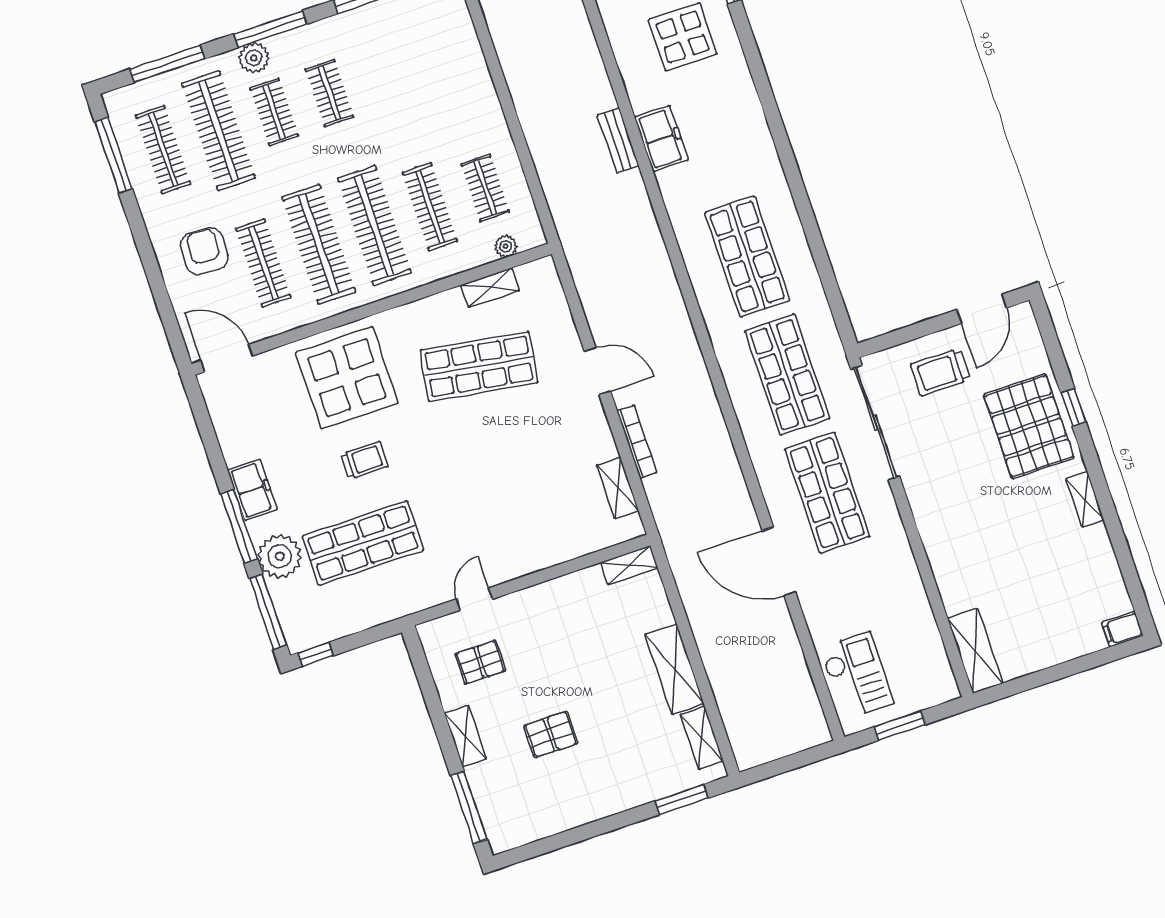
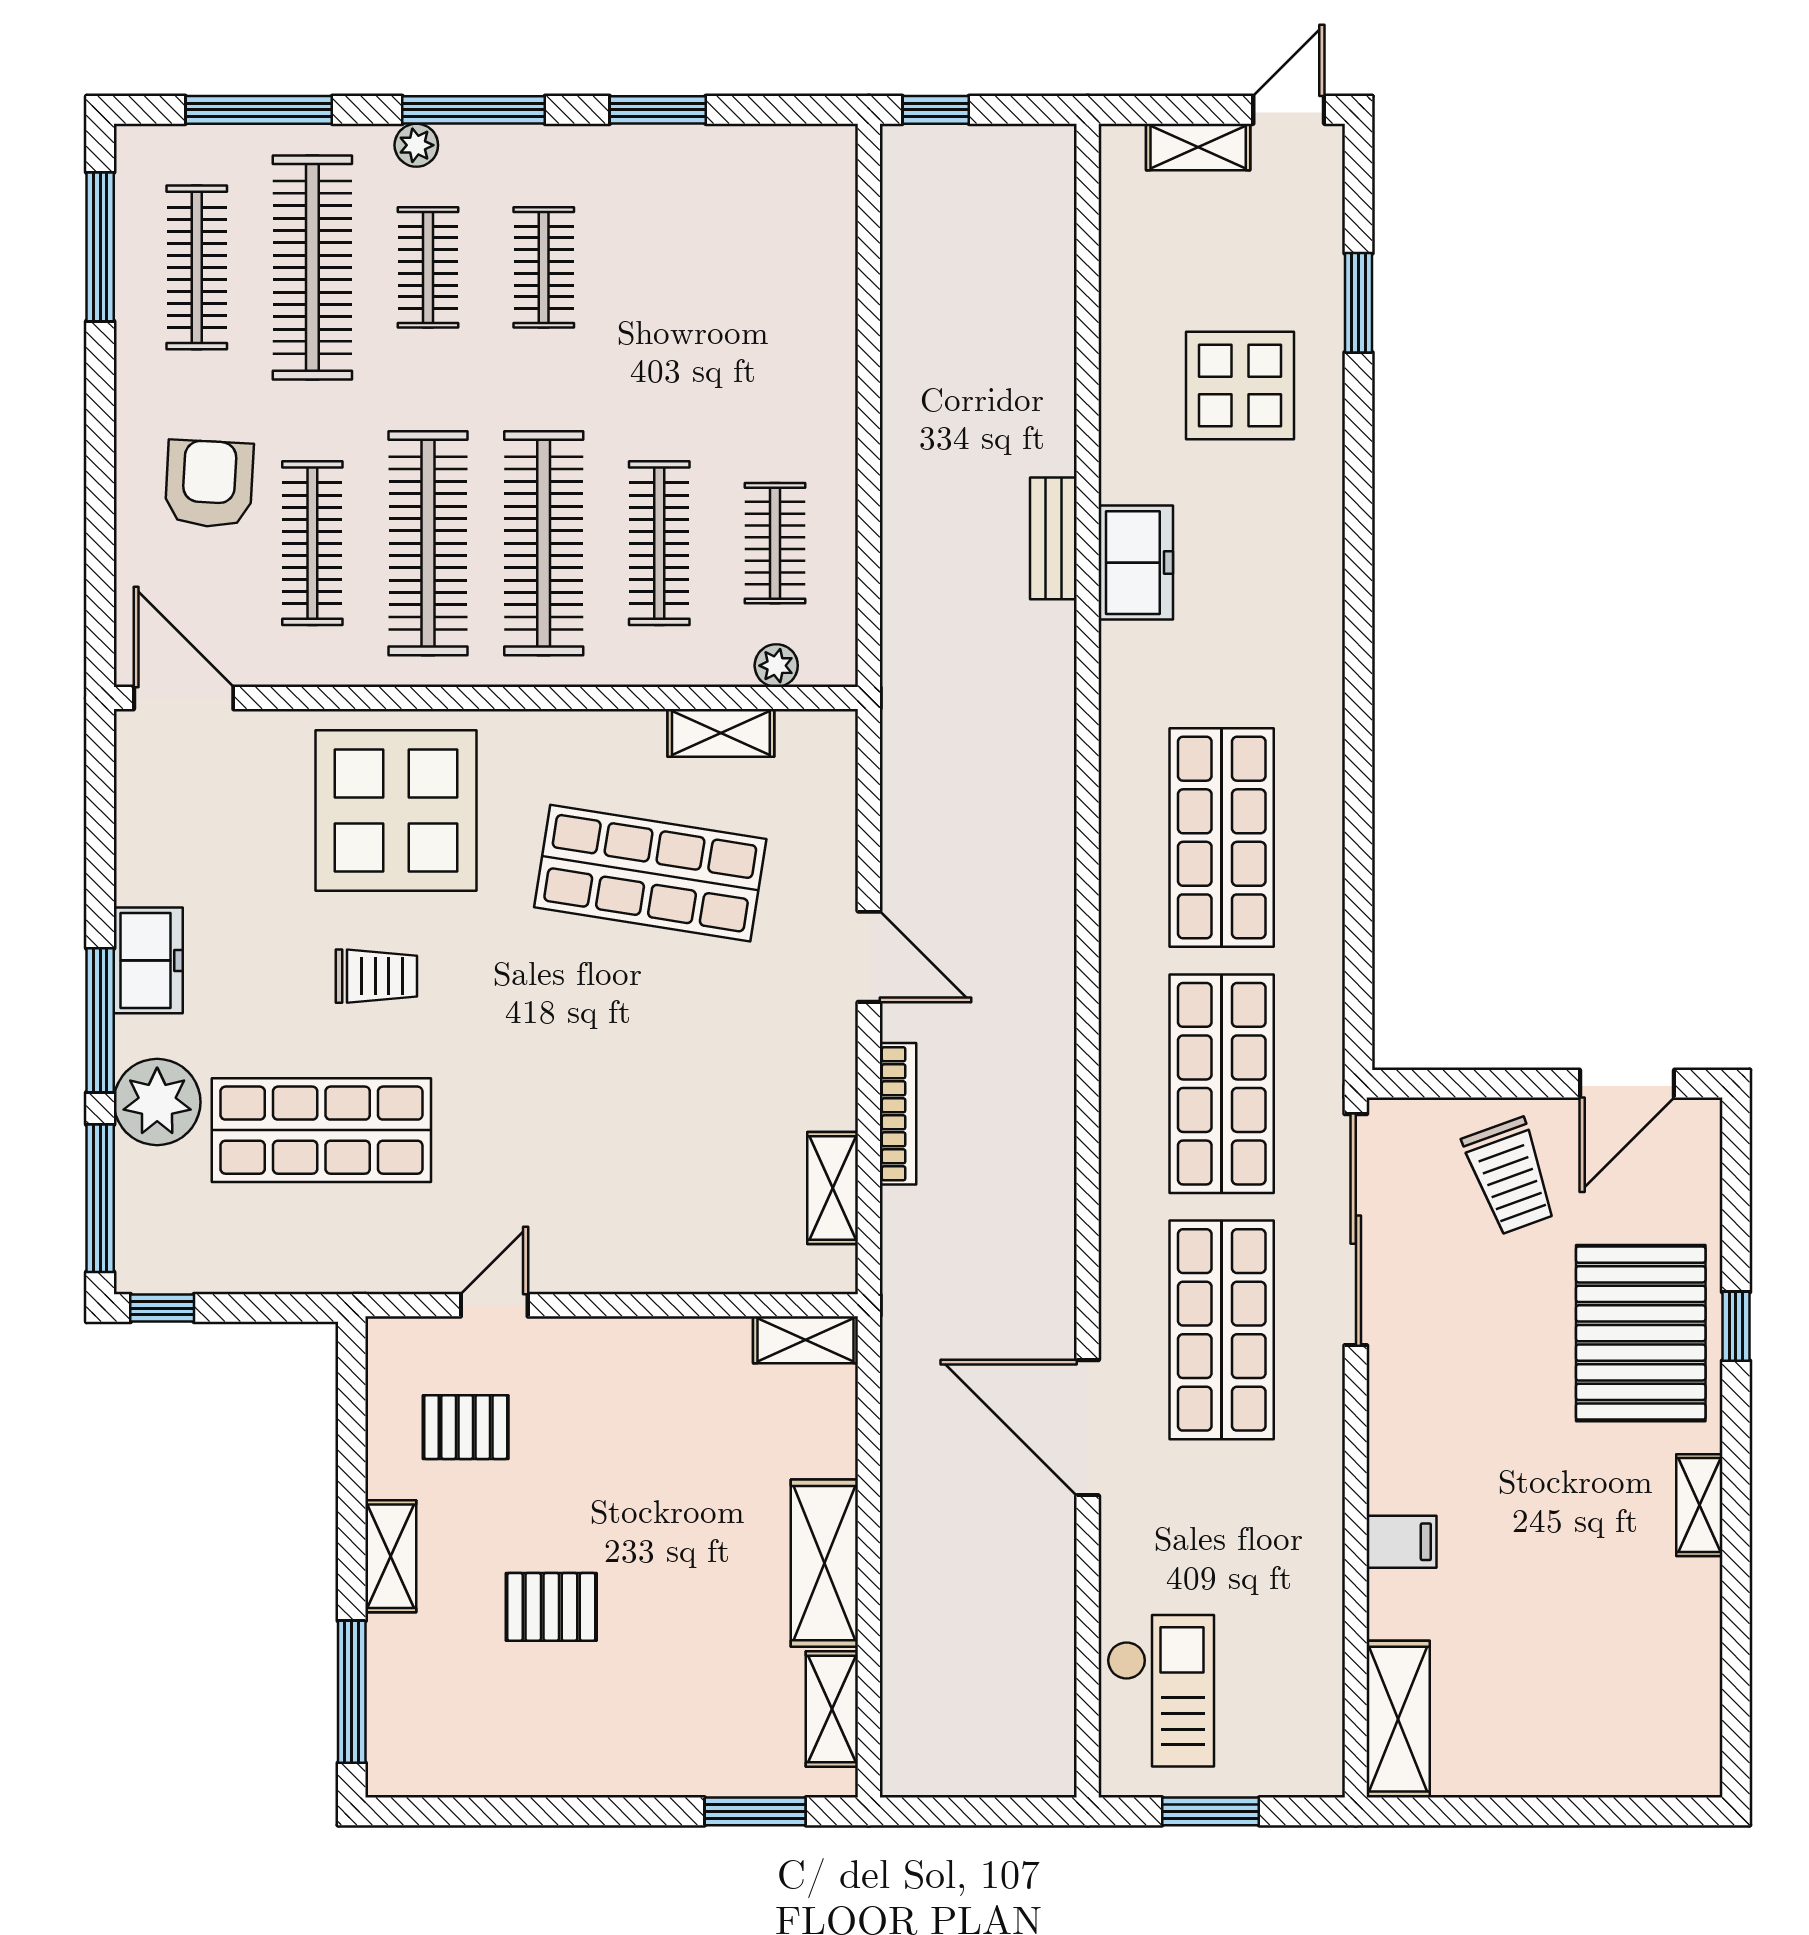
plant: (254, 58) -> (416, 145), width x0.73, depth x0.73
trolley: (941, 372) -> (1510, 1176), turned -110
filing cabinet: (1122, 629) -> (1401, 1542), moved, turned 180

